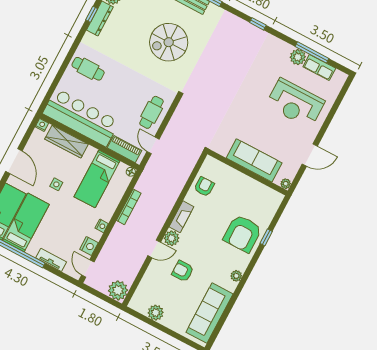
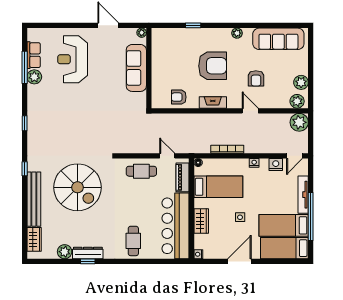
spiral stairs: (169, 42) -> (78, 187), width x1.37, depth x1.37
reception desk: (295, 103) -> (73, 59), turned 180
wardrobe: (66, 142) -> (201, 221), width x0.67
door: (153, 145) -> (167, 156), swing flipped
armchair: (243, 234) -> (213, 66), moved
plant: (172, 238) -> (297, 101), moved
tv unit: (51, 260) -> (303, 195), width x1.41

